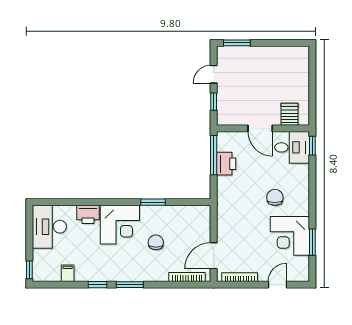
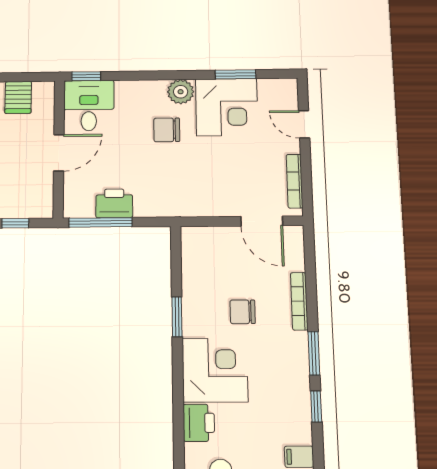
server rack: (290, 114) -> (18, 97), moved, turned -90
plant: (301, 207) -> (181, 92), added
bookcase: (187, 277) -> (299, 301), moved

